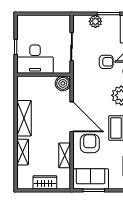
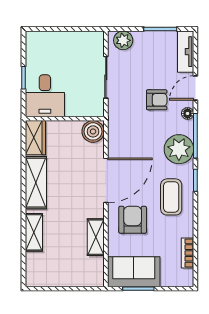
plant: (95, 21) -> (123, 40), moved
desk: (35, 59) -> (45, 96), width x0.73
door: (72, 117) -> (106, 180), hinge flipped
wardrobe: (45, 182) -> (35, 138), moved, turned 90

